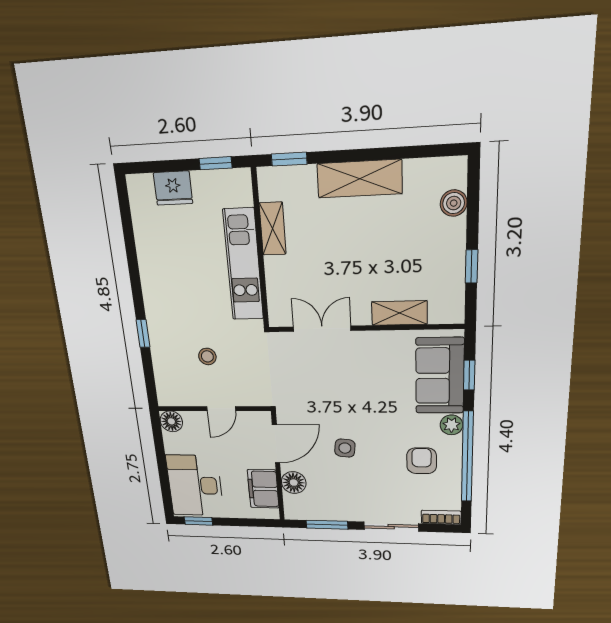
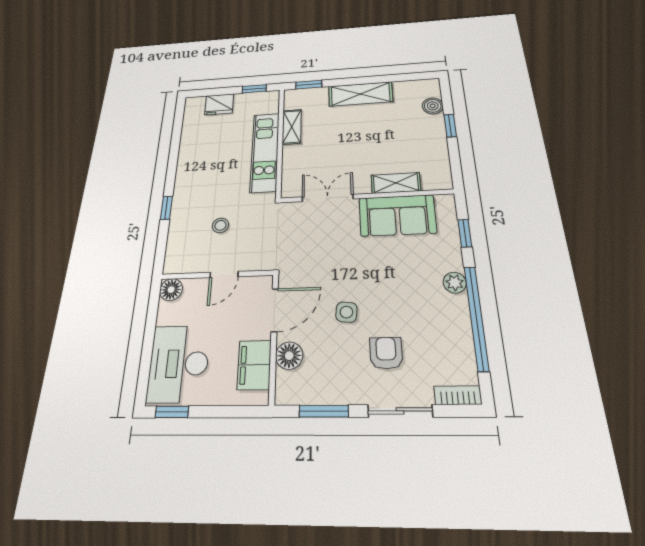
window: (472, 266) -> (450, 126), moved
sofa: (440, 376) -> (397, 215), moved, turned -90
armchair: (422, 461) -> (386, 353), moved

